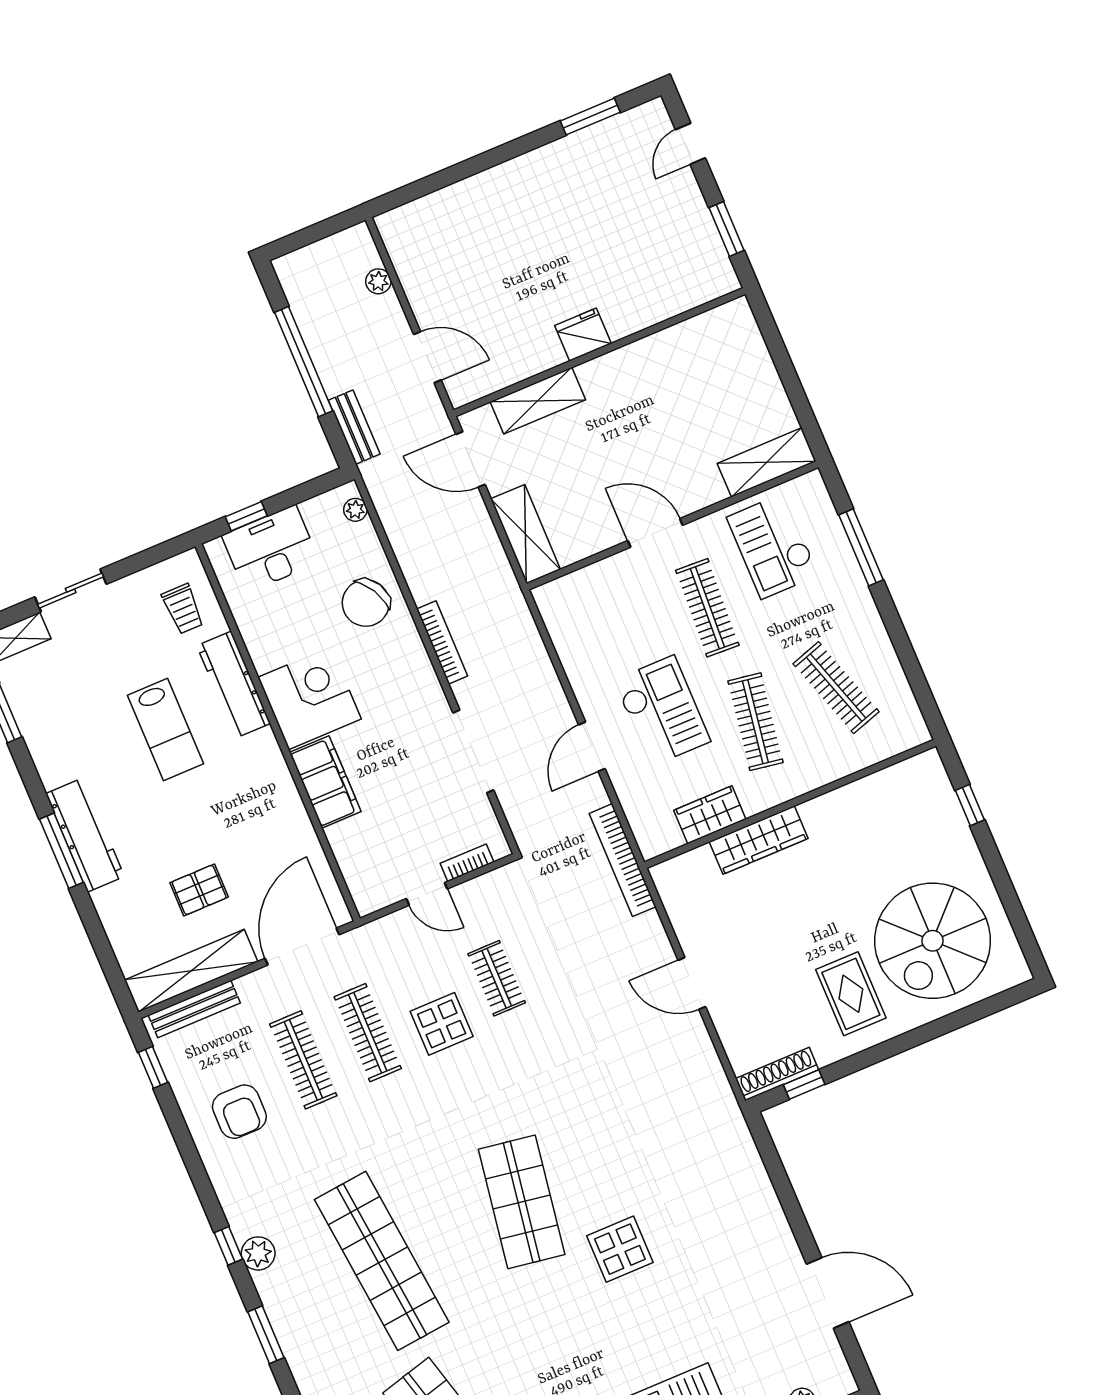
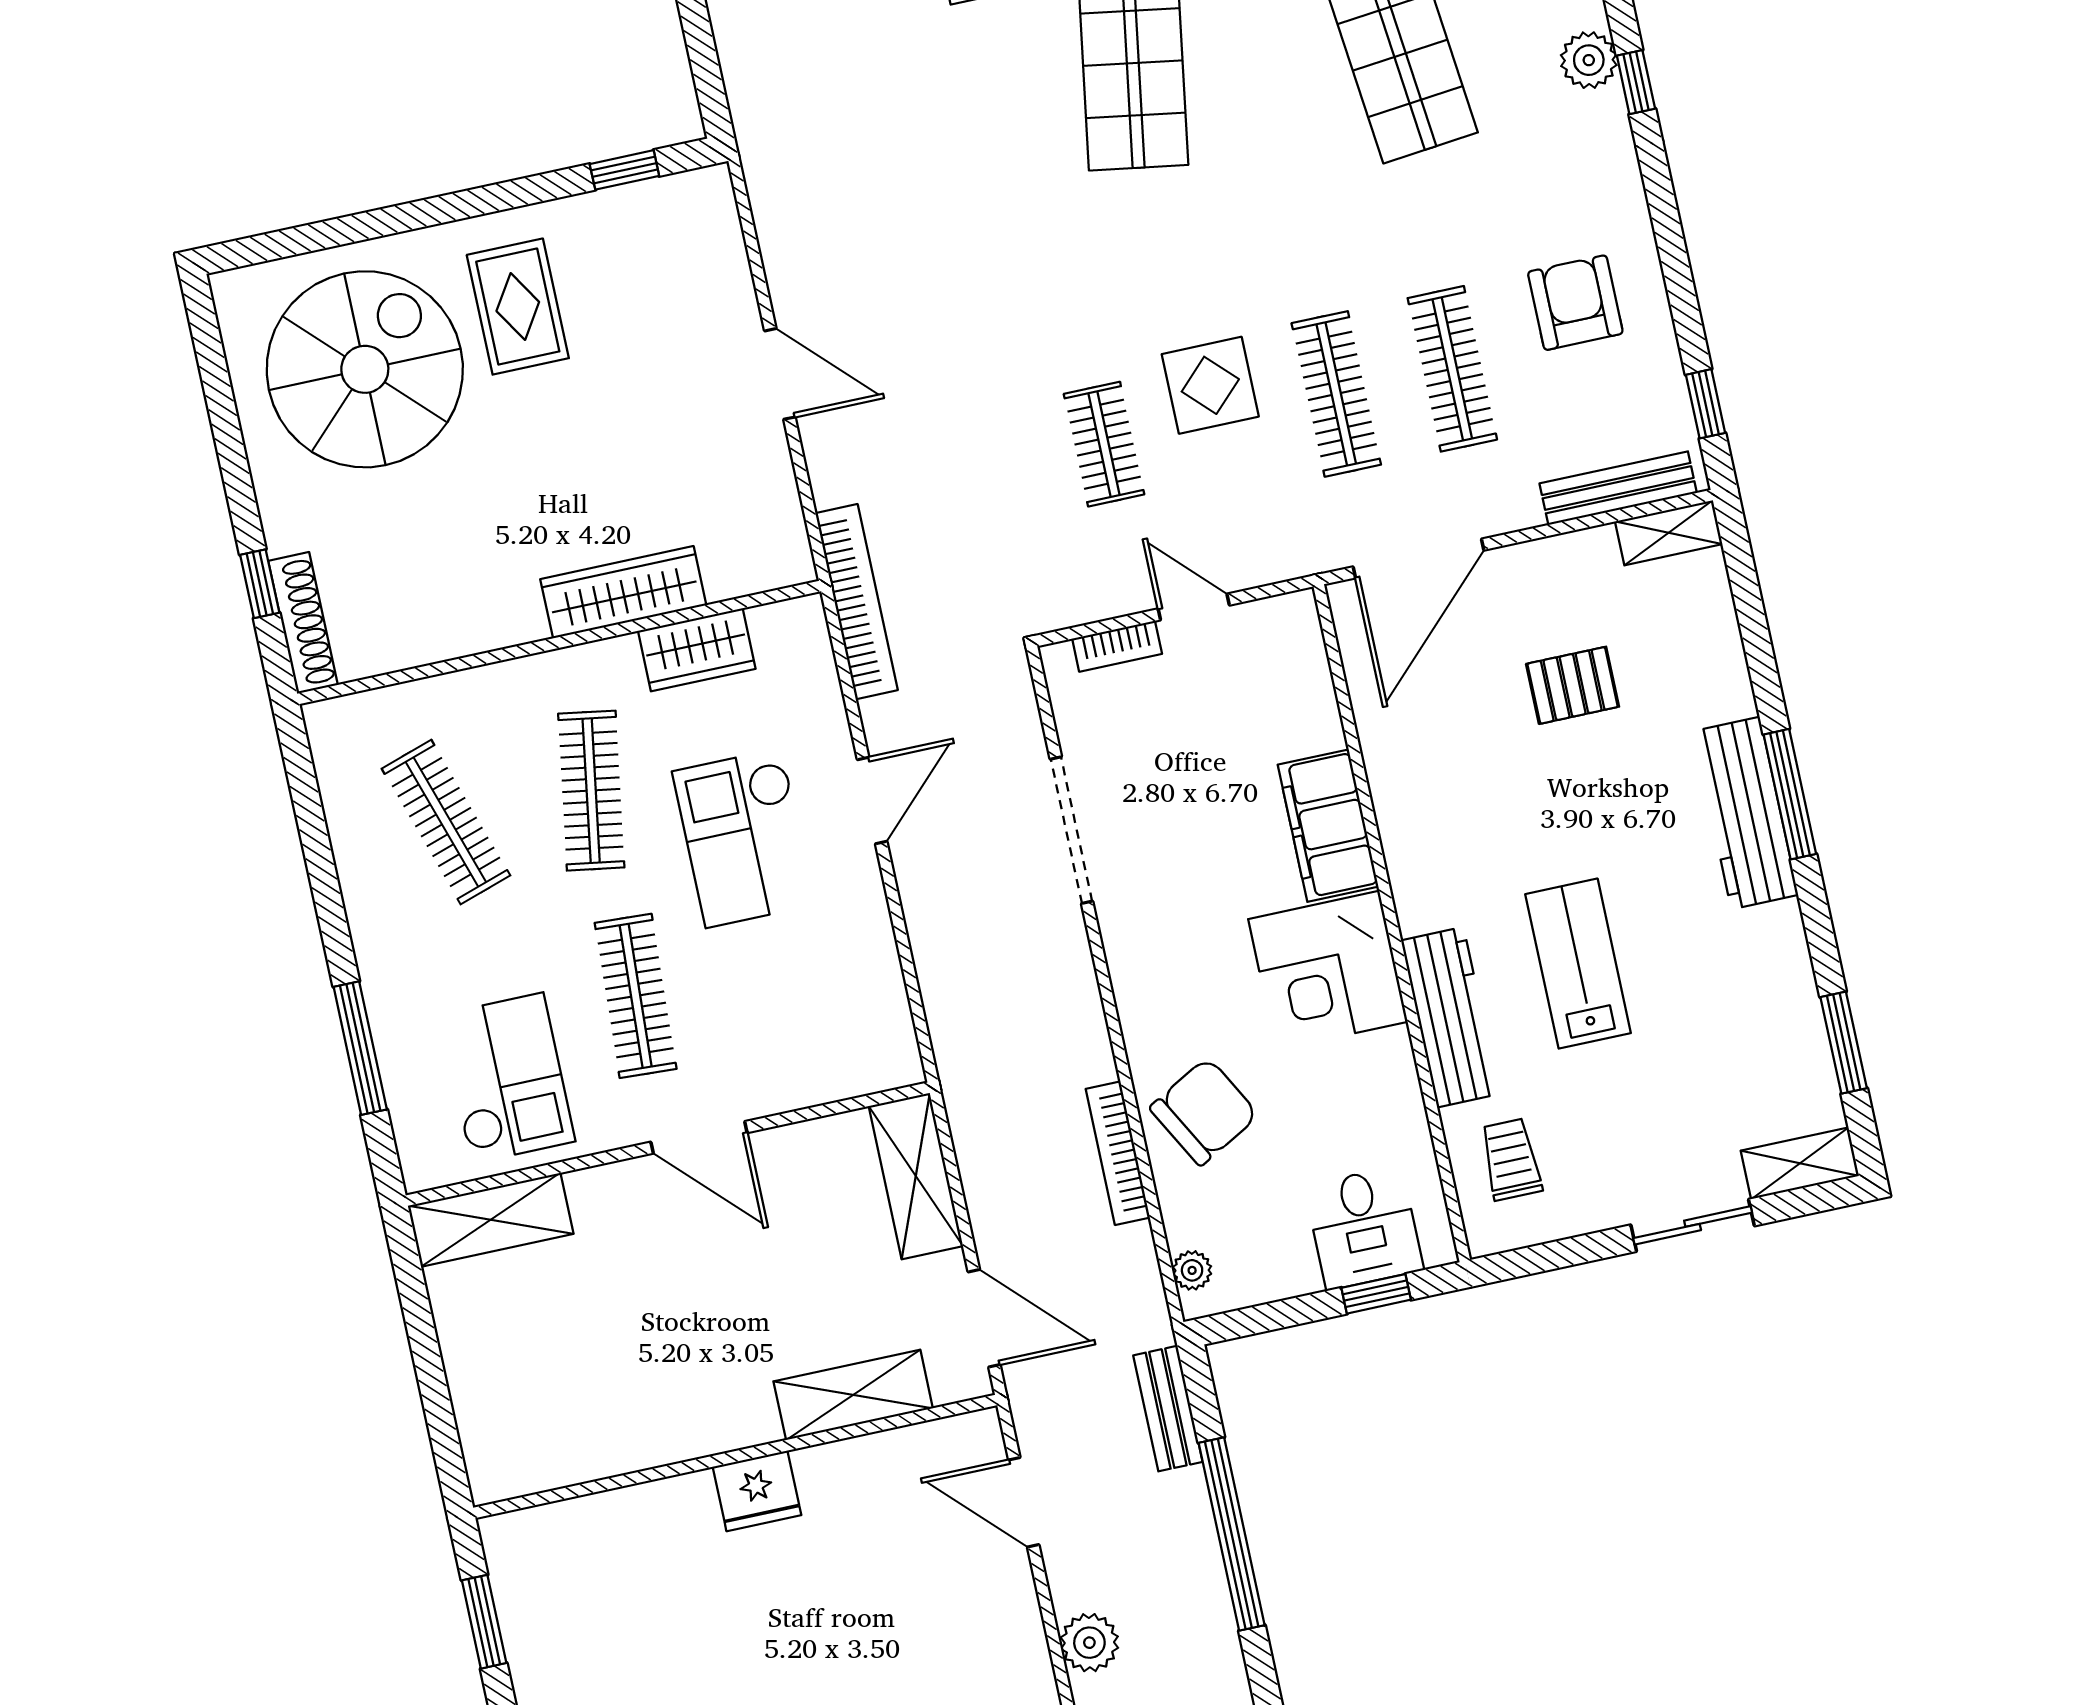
plant: (378, 281) -> (1089, 1643), width x1.38, depth x1.38
desk: (271, 549) -> (1364, 1228), width x0.73
bookcase: (442, 642) -> (1118, 1153), moved
shelving: (191, 971) -> (1669, 533), width x0.45, depth x0.75
shoe rack: (777, 1074) -> (303, 623), moved, turned -90

